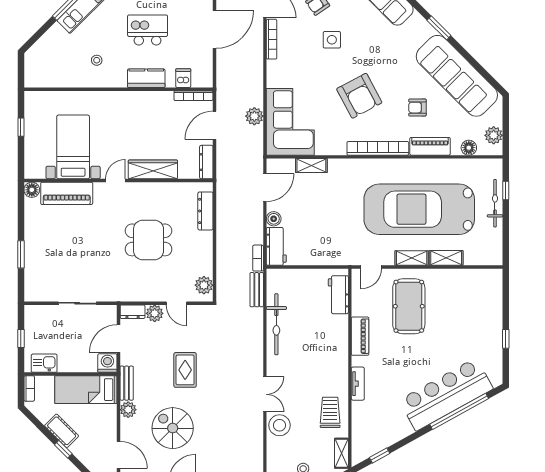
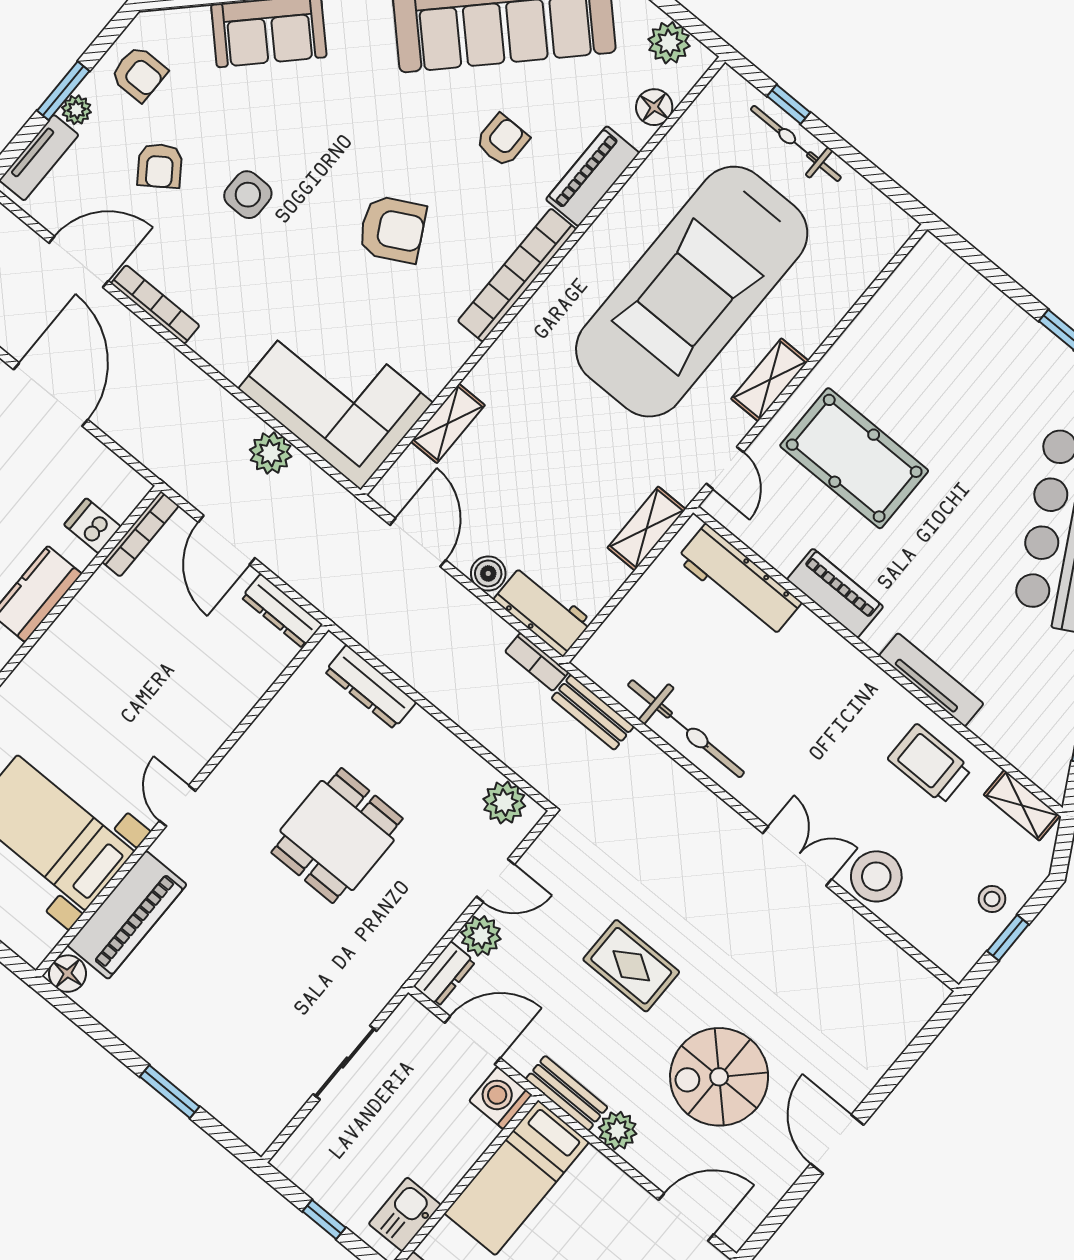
armchair: (359, 96) -> (392, 229), width x0.73, depth x0.73
armchair: (417, 108) -> (502, 140), turned 180
wardrobe: (153, 169) -> (214, 720), removed
shelving: (446, 258) -> (647, 528), moved
workbench: (338, 295) -> (739, 581), width x1.38
door: (118, 339) -> (472, 1040), swing flipped
tv unit: (358, 384) -> (931, 680), width x1.41

